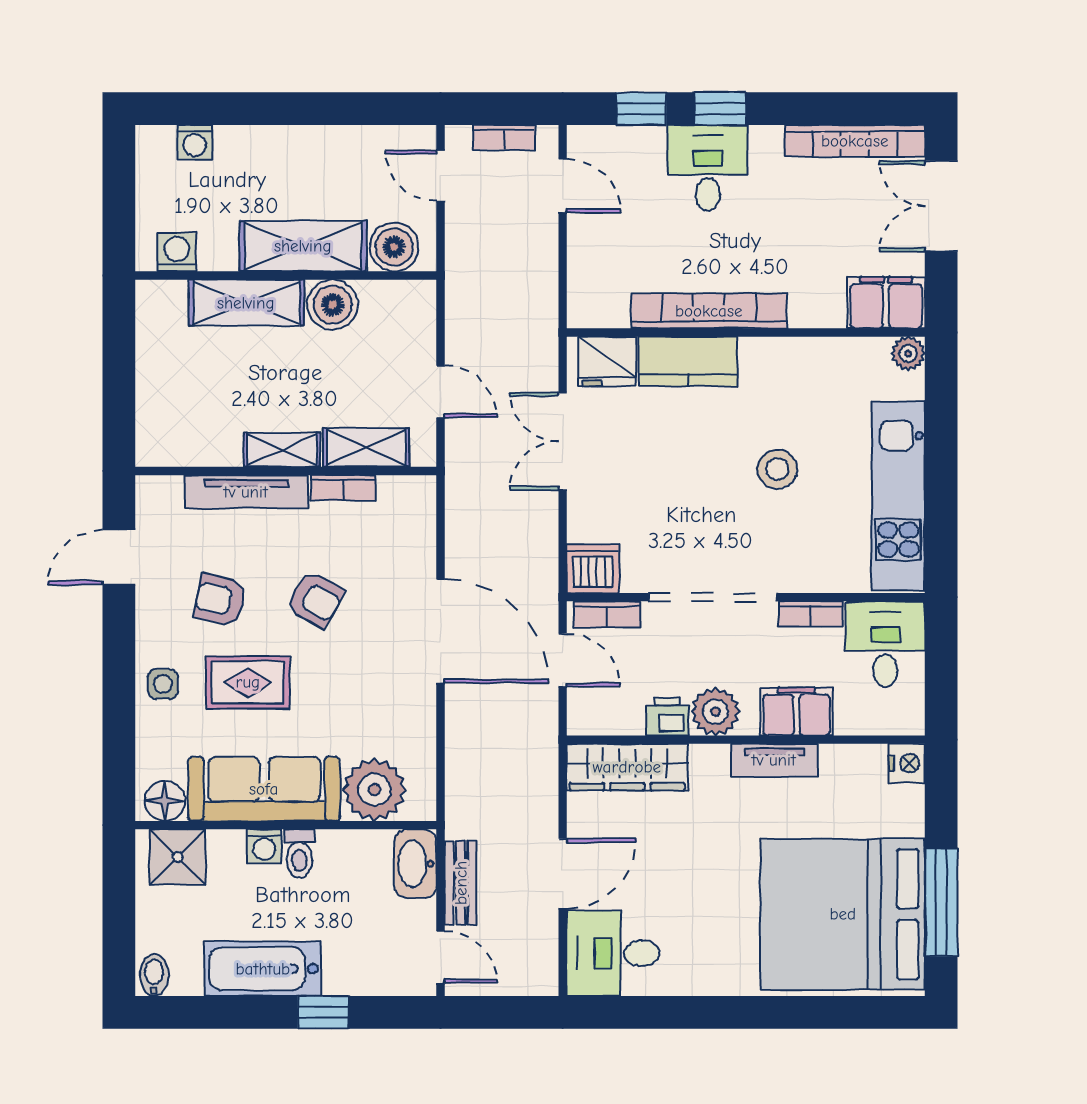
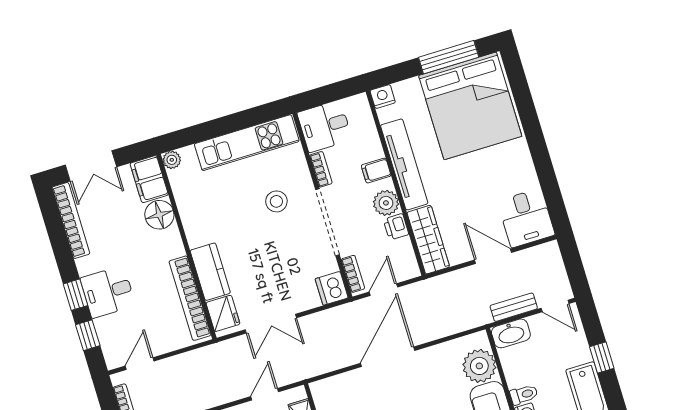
floor lamp: (817, 302) -> (159, 215), added
bookcase: (709, 311) -> (190, 298), moved
stool: (777, 469) -> (276, 201), moved
filing cabinet: (797, 712) -> (376, 171), width x0.50
tv unit: (774, 760) -> (404, 164), width x1.92, depth x1.29
door: (441, 957) -> (555, 306), swing flipped

